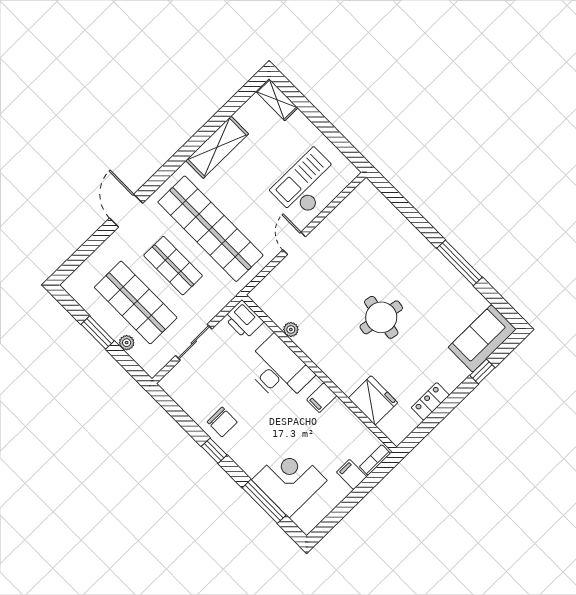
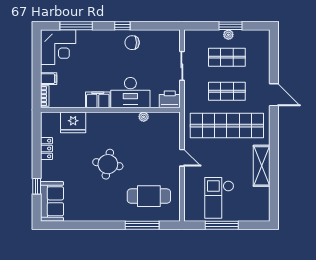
shelving: (277, 100) -> (256, 215), removed
window: (325, 127) -> (222, 225), added
checkout: (307, 184) -> (219, 198), moved, turned 180
cafe table: (372, 238) -> (149, 196), added
window: (459, 263) -> (142, 225), moved
shop shelf: (136, 302) -> (227, 57), width x0.70, depth x0.74
plant: (127, 343) -> (228, 35), moved
filing cabinet: (322, 398) -> (98, 100), width x2.00
corner desk: (289, 480) -> (58, 47), moved

